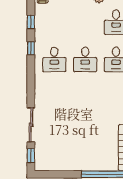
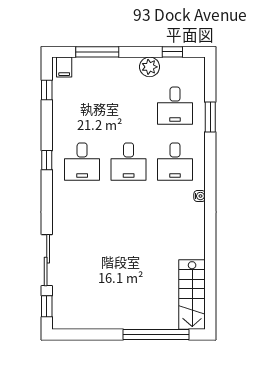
window: (31, 22) -> (47, 90), moved
window: (31, 48) -> (47, 160), moved

